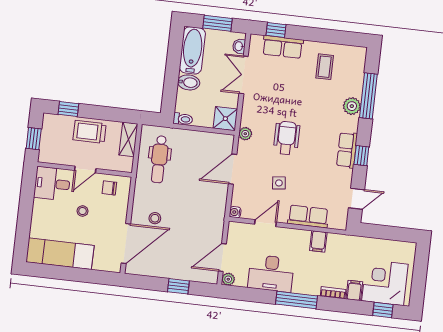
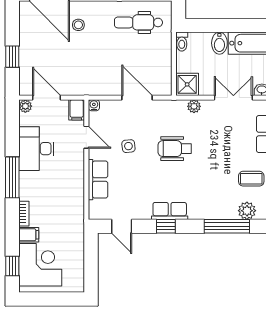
plant: (352, 106) -> (247, 211), moved
plant: (245, 134) -> (194, 106), moved
wheelchair: (287, 138) -> (175, 149), turned 180
filing cabinet: (318, 241) -> (77, 110), moved, turned -90

